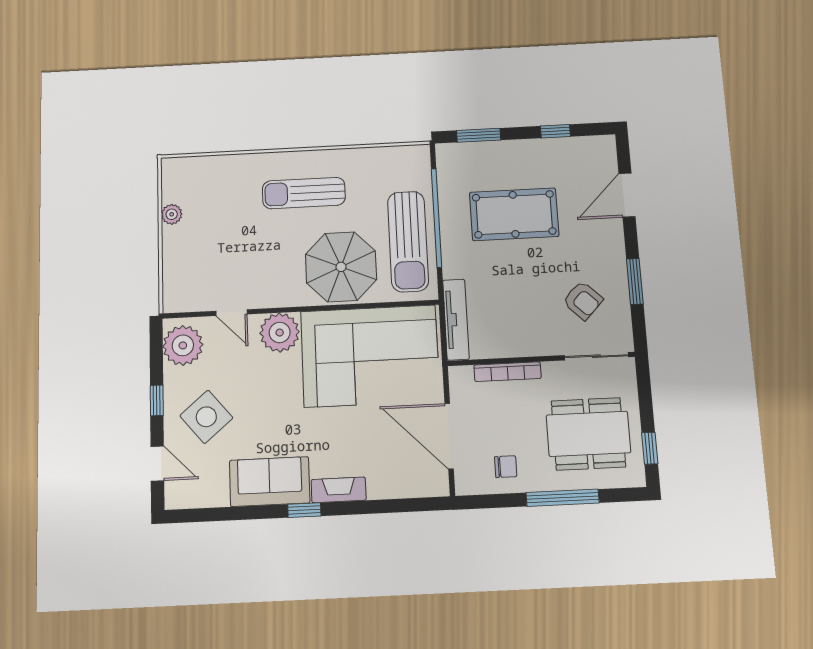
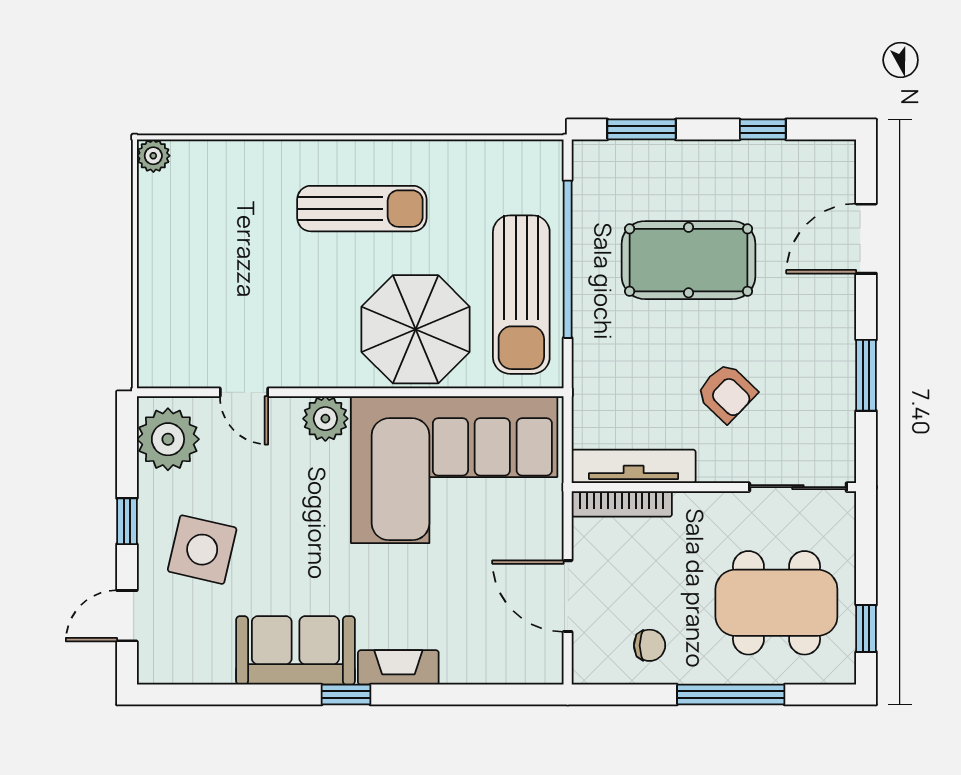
sun lounger: (304, 193) -> (362, 209), turned 180
plant: (172, 214) -> (153, 156), moved
armchair: (583, 300) -> (726, 393), moved
tv unit: (456, 319) -> (634, 466), moved, turned -90
plant: (280, 333) -> (325, 419), width x0.73, depth x0.73
bookcase: (507, 372) -> (622, 504), moved
side table: (206, 417) -> (202, 550), turned -37
door: (449, 436) -> (568, 596), width x0.73
door: (157, 464) -> (127, 616), swing flipped

